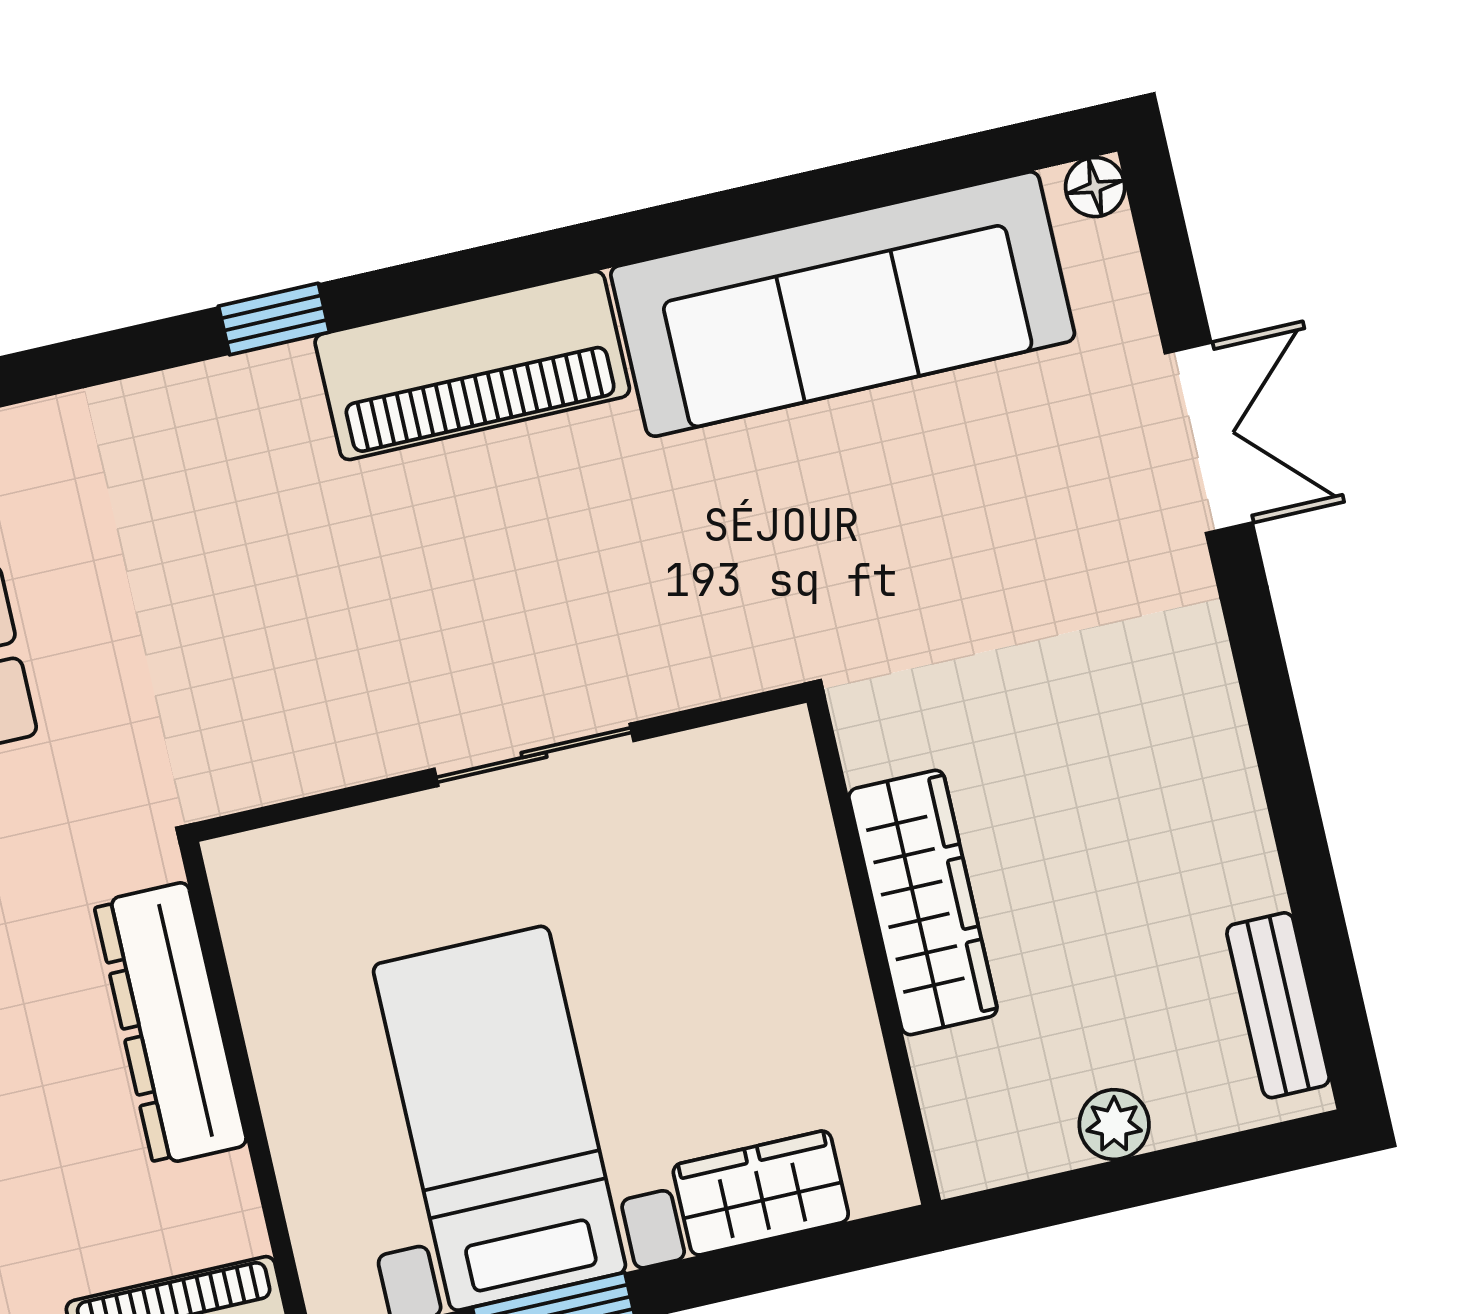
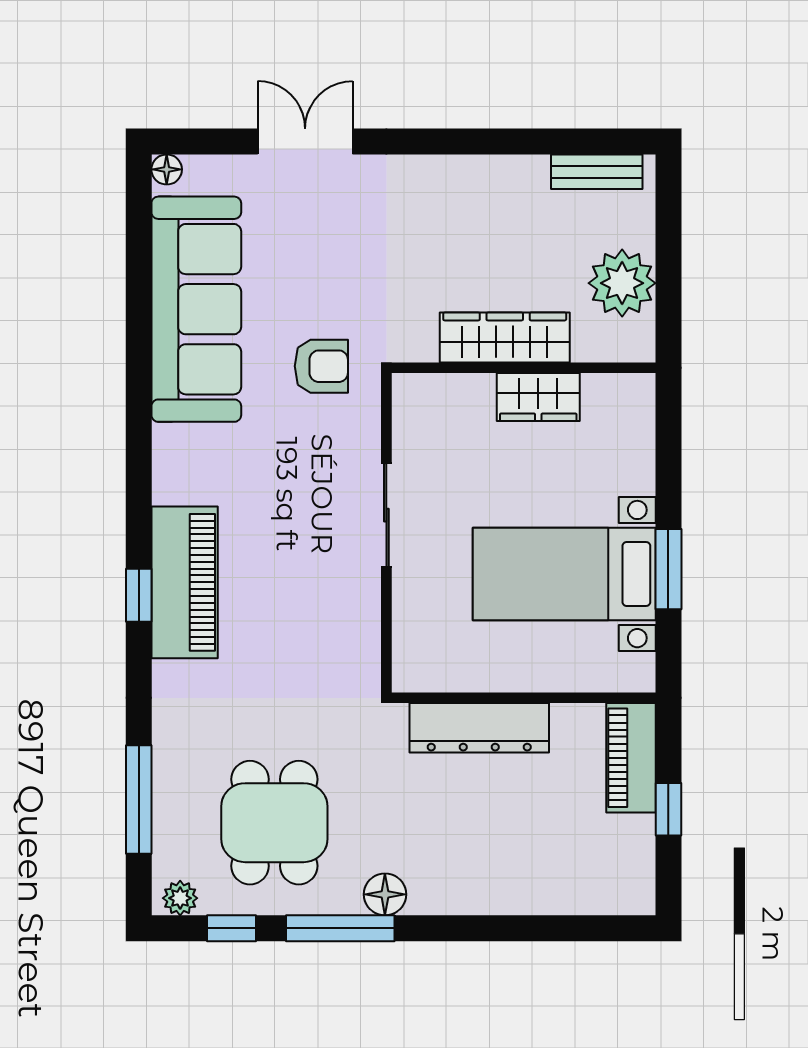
piano: (472, 365) -> (185, 582), moved
armchair: (789, 566) -> (321, 366), added
plant: (1114, 1125) -> (622, 283), width x1.87, depth x1.87
wardrobe: (761, 1193) -> (538, 397), moved, turned -90

